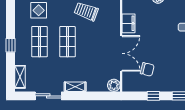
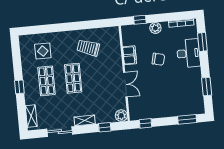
double door: (121, 53) -> (125, 85), width x0.73
chair: (147, 69) -> (158, 59), moved
window: (95, 96) -> (105, 127), added
window: (153, 96) -> (146, 123), moved

